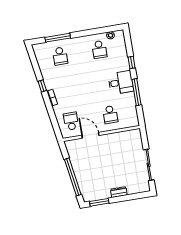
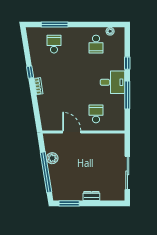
school desk: (60, 56) -> (54, 44), turned 180
school desk: (110, 115) -> (96, 114), turned 180
school desk: (71, 121) -> (54, 114), removed
plant: (76, 163) -> (52, 158), added

